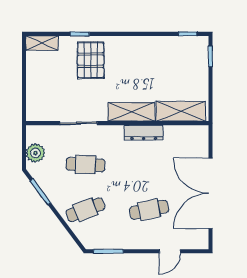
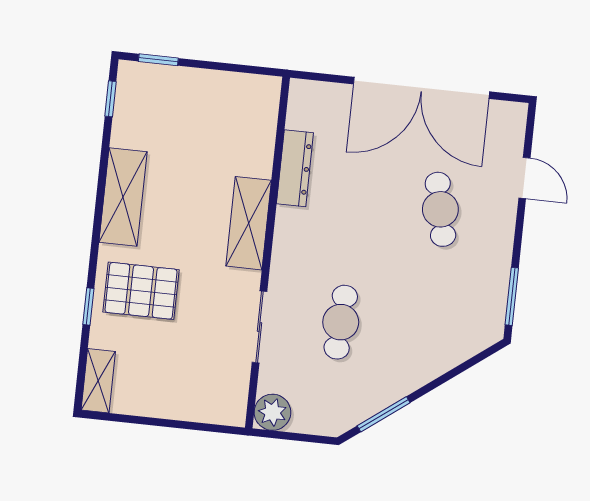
shelving: (181, 111) -> (123, 197), moved
dresser: (144, 133) -> (295, 168), moved
plant: (35, 153) -> (272, 412), moved
cafe table: (86, 210) -> (427, 331), removed

